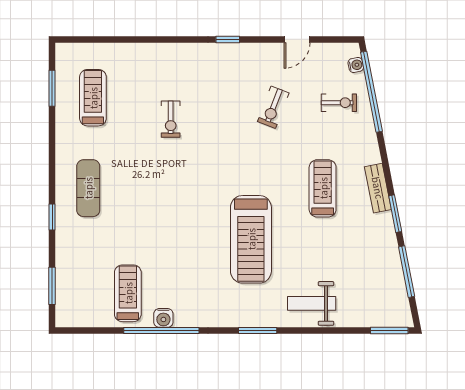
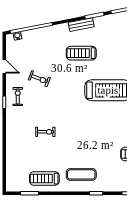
treadmill: (93, 98) -> (44, 179), moved
exercise bike: (339, 103) -> (18, 97), moved

